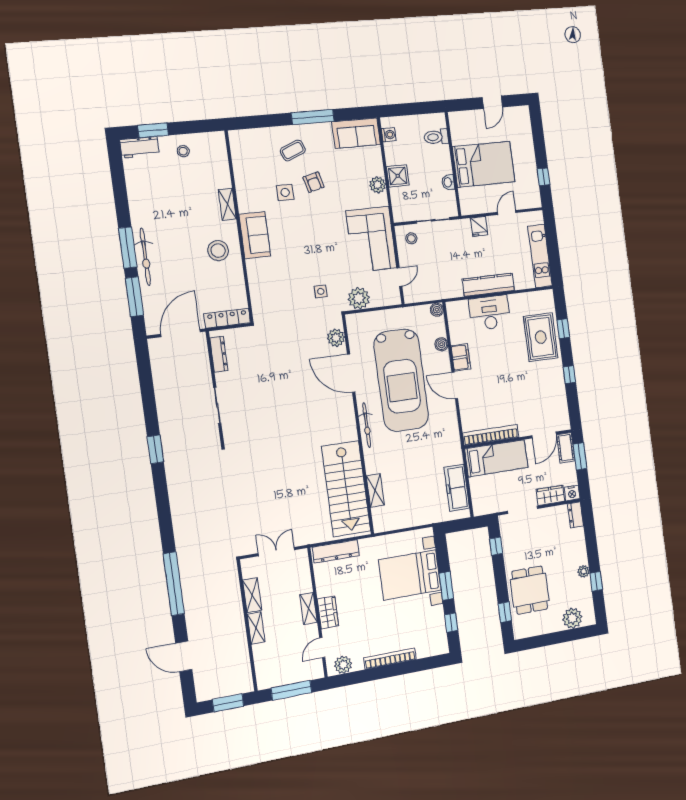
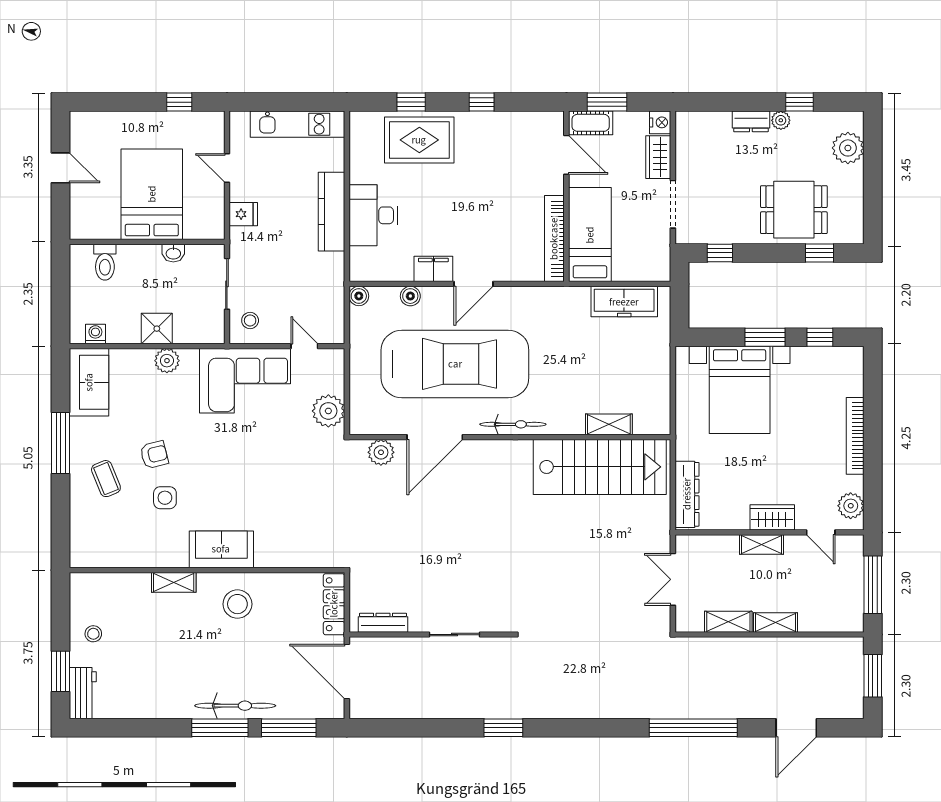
side table: (321, 291) -> (312, 465), removed
dresser: (576, 515) -> (751, 121), moved

